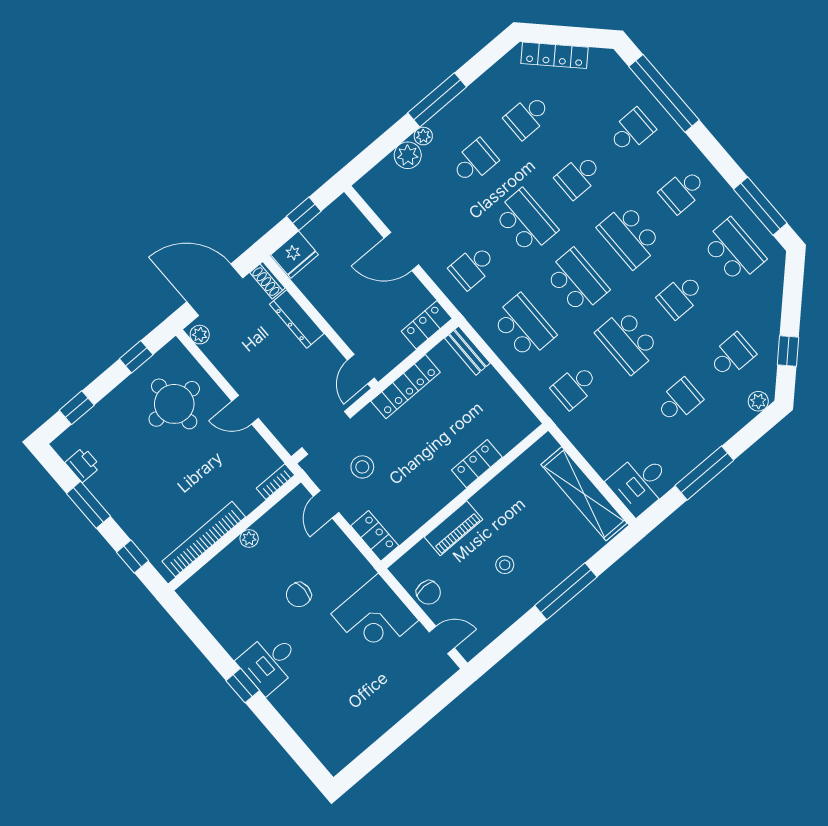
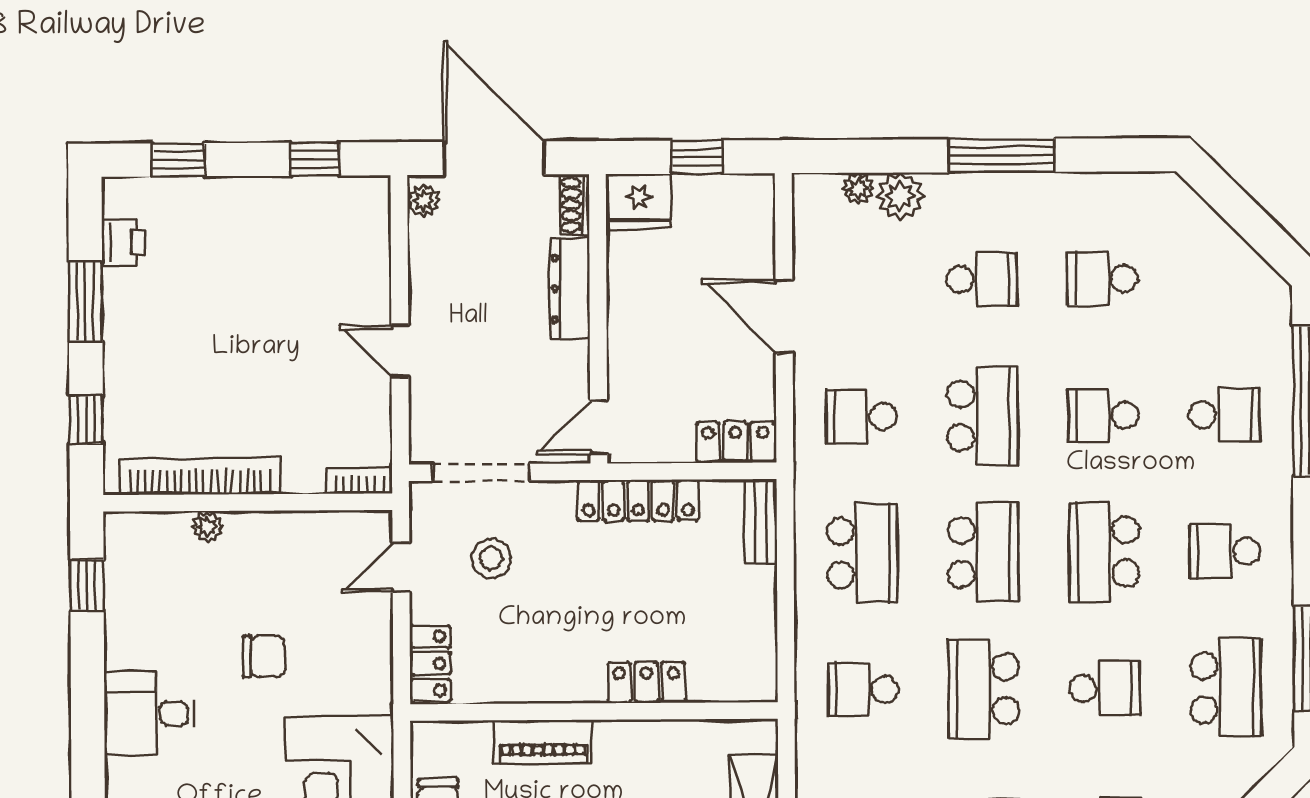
locker: (555, 55) -> (1207, 228), removed
plant: (423, 136) -> (858, 188), moved
school desk: (681, 296) -> (1105, 688), turned 180
round table: (174, 404) -> (312, 264), removed
plant: (249, 538) -> (207, 527), moved
chair: (299, 595) -> (264, 656), turned 180
window: (243, 686) -> (87, 585), moved

